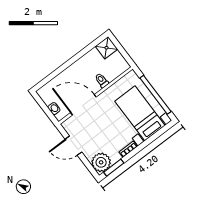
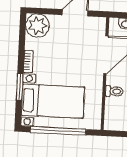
window: (114, 168) -> (20, 87), moved

